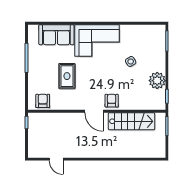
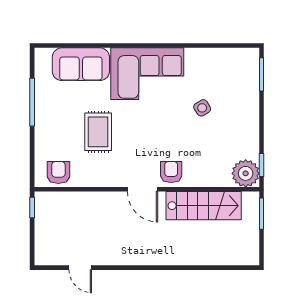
plant: (157, 81) -> (246, 173), moved

